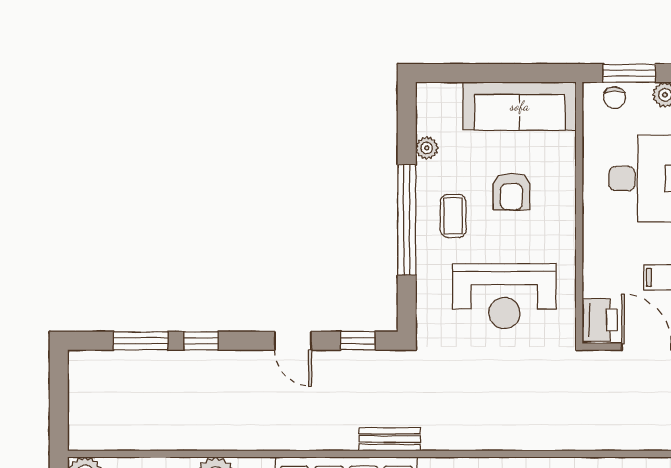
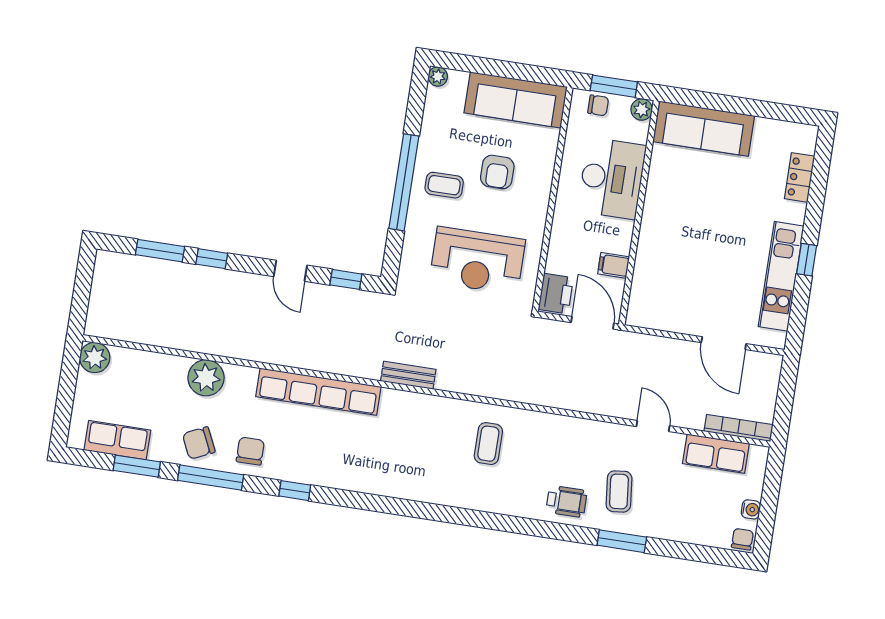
chair: (615, 98) -> (598, 105), turned -90
plant: (427, 148) -> (438, 76), moved
coffee table: (453, 216) -> (444, 185), turned 90
bench: (390, 439) -> (408, 375), moved

